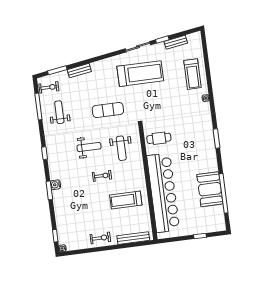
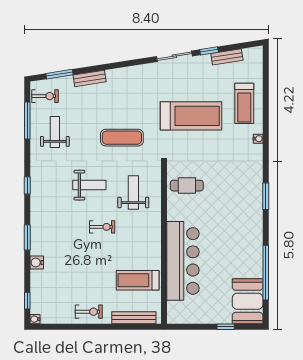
treadmill: (140, 74) -> (191, 116), moved
weight bench: (121, 148) -> (133, 192), turned 180
water cooler: (56, 185) -> (37, 262), moved
booth: (210, 189) -> (248, 301), moved
bar counter: (163, 193) -> (183, 261), width x0.73
treadmill: (126, 200) -> (138, 280), moved

